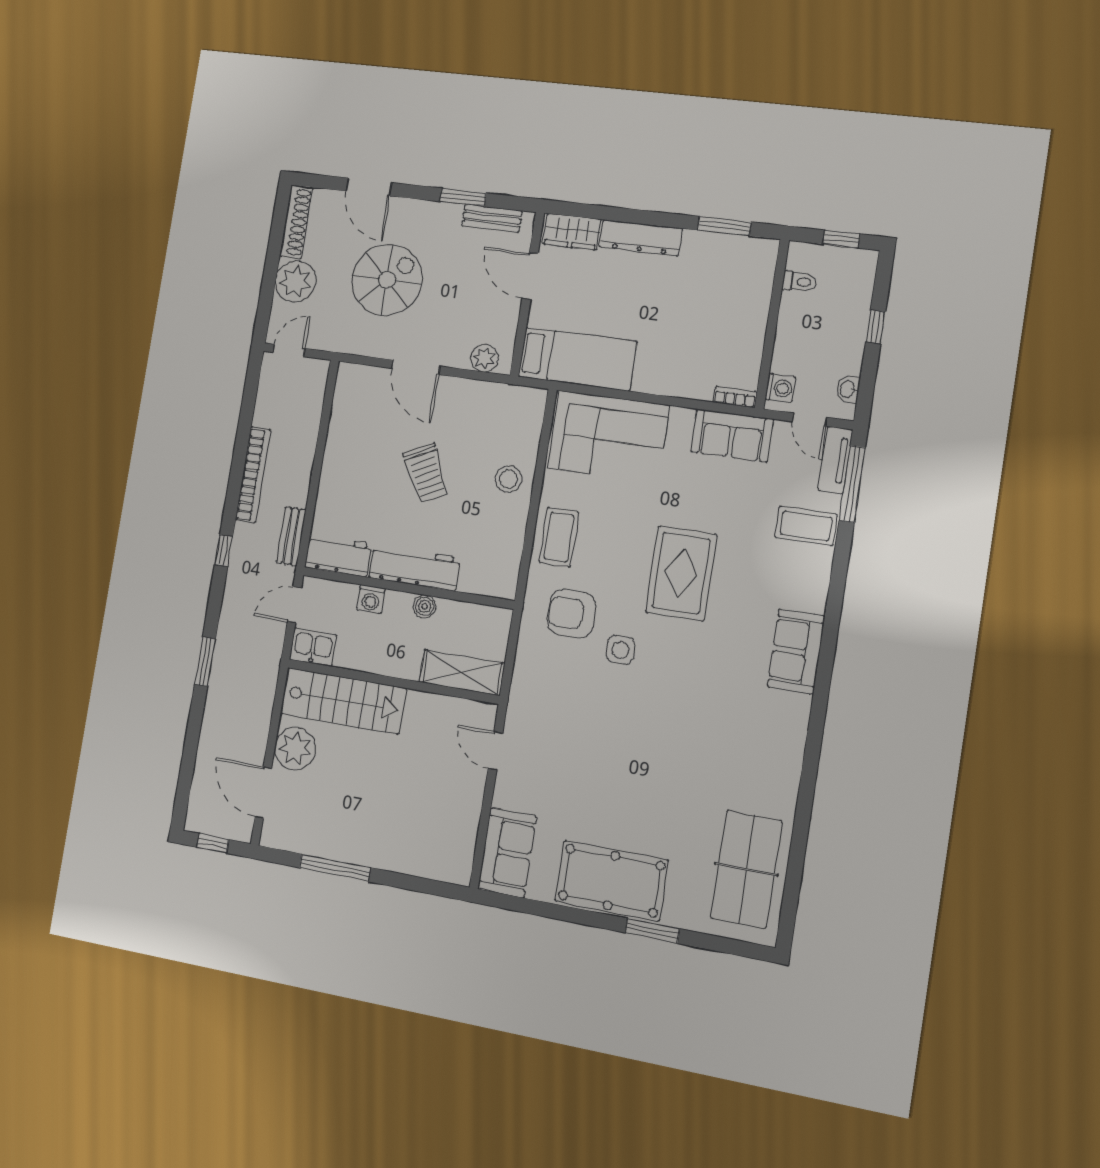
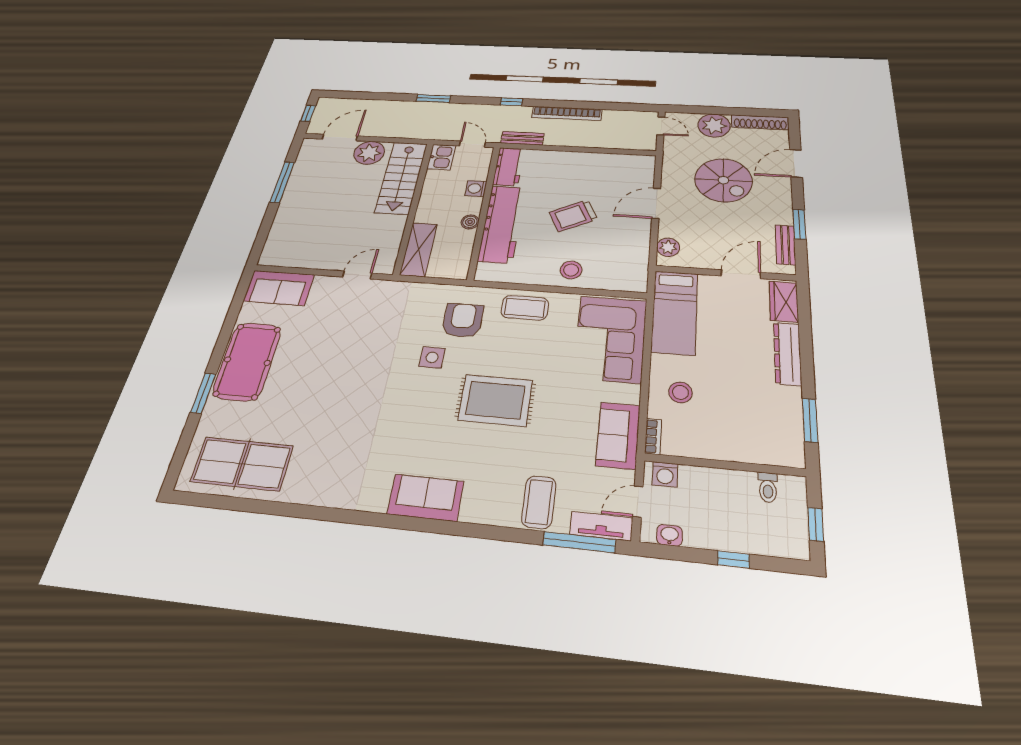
stool: (683, 362) -> (680, 392), added
workbench: (414, 568) -> (502, 224), width x1.36, depth x1.32

